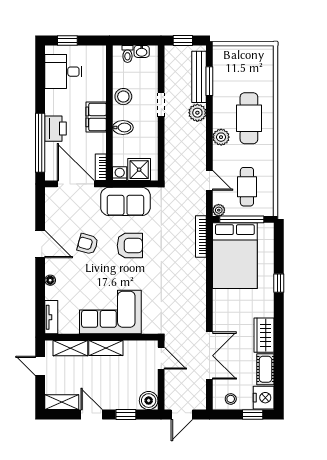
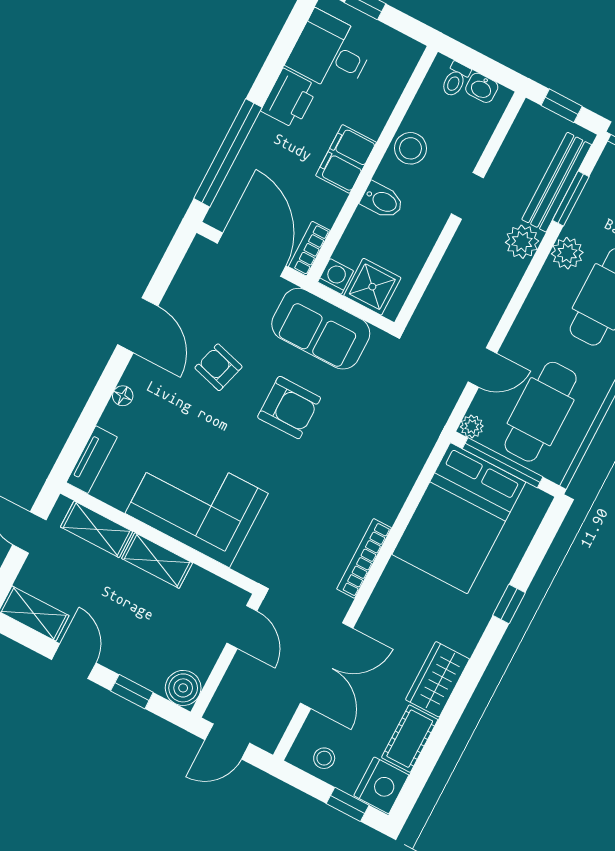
printer: (56, 129) -> (290, 99), moved
plant: (221, 137) -> (567, 253), moved
door: (209, 180) -> (482, 368), hinge flipped
cafe table: (247, 187) -> (541, 412), width x1.37, depth x1.35
bookcase: (201, 237) -> (364, 558), moved

